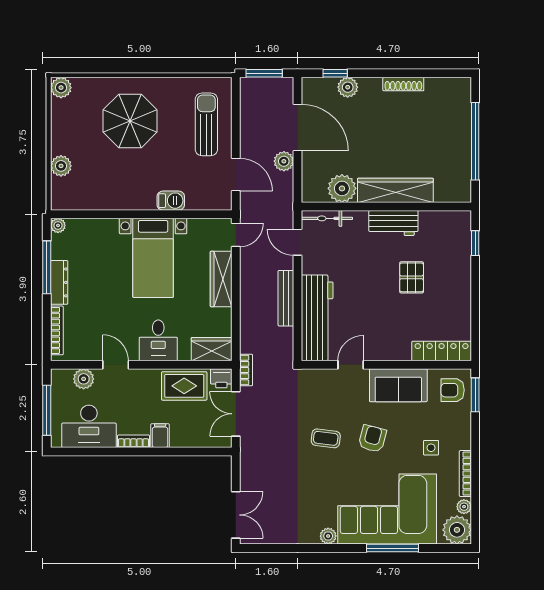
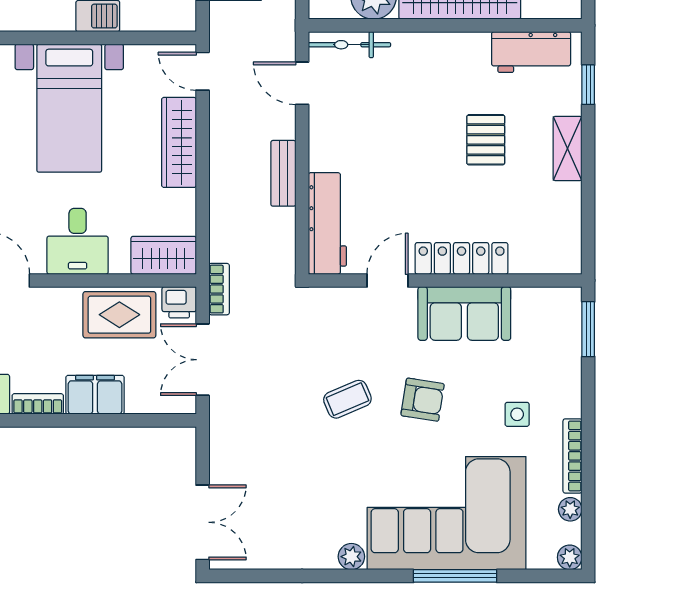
workbench: (393, 223) -> (531, 52), moved
door: (236, 235) -> (203, 71), swing flipped
shelving: (462, 283) -> (568, 148), added
bench: (286, 298) -> (283, 173), width x0.73
workbench: (317, 318) -> (327, 223), width x0.73, depth x0.76
locker: (442, 351) -> (462, 258), moved
armchair: (453, 390) -> (552, 322), removed
filing cabinet: (160, 436) -> (95, 395), width x2.00
coffee table: (326, 438) -> (347, 399), turned -30
armchair: (372, 439) -> (423, 400), turned 84
plant: (457, 530) -> (570, 557), width x0.53, depth x0.53

